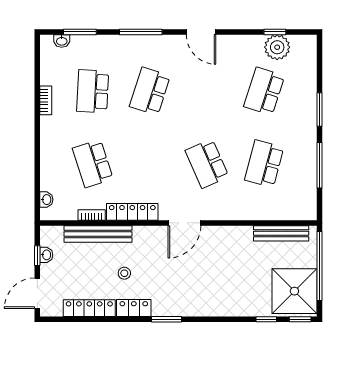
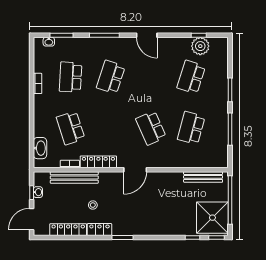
washbasin: (46, 200) -> (40, 148), width x1.91, depth x1.45

